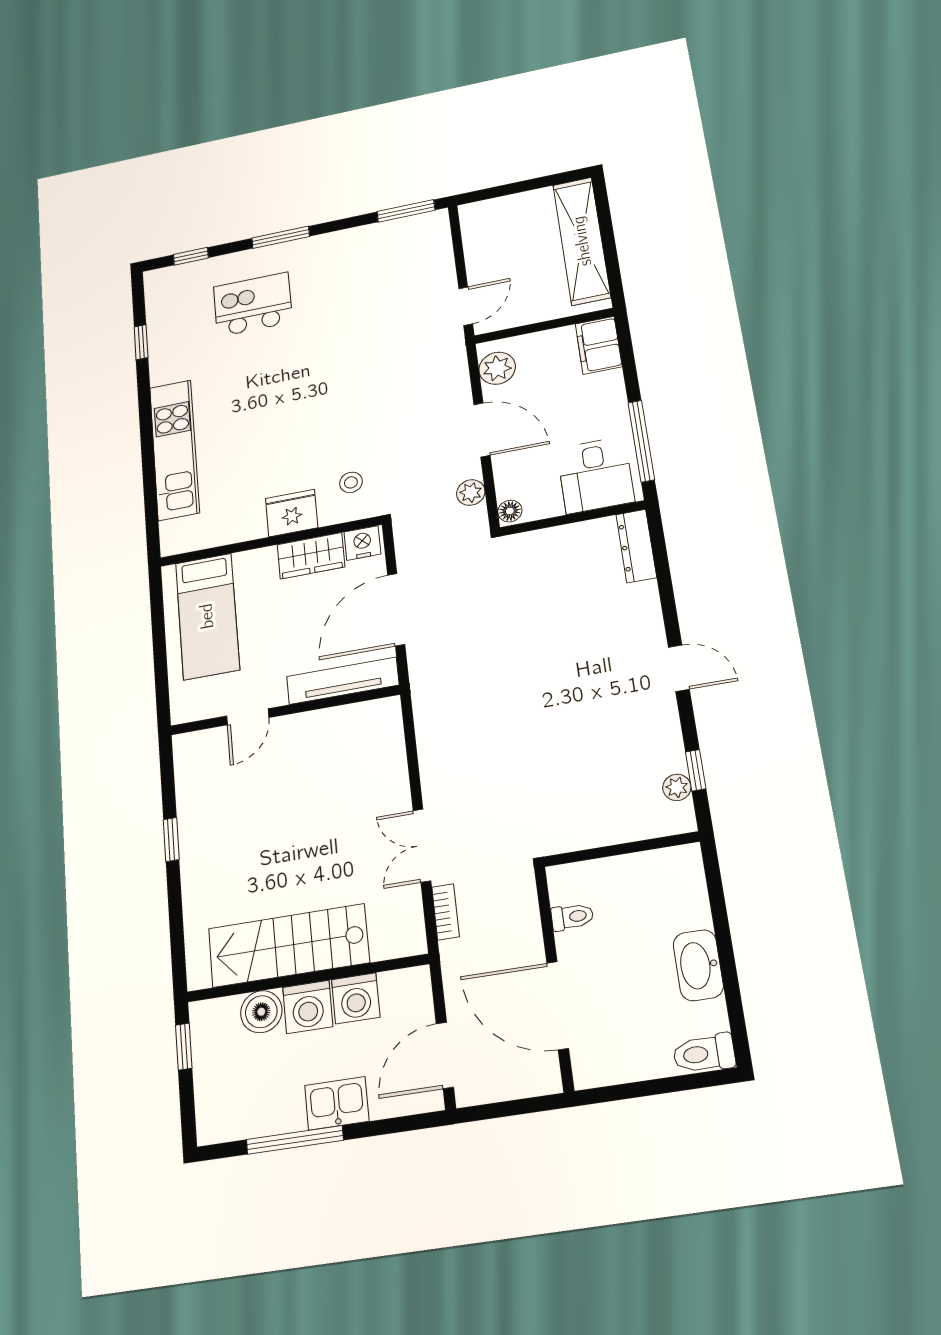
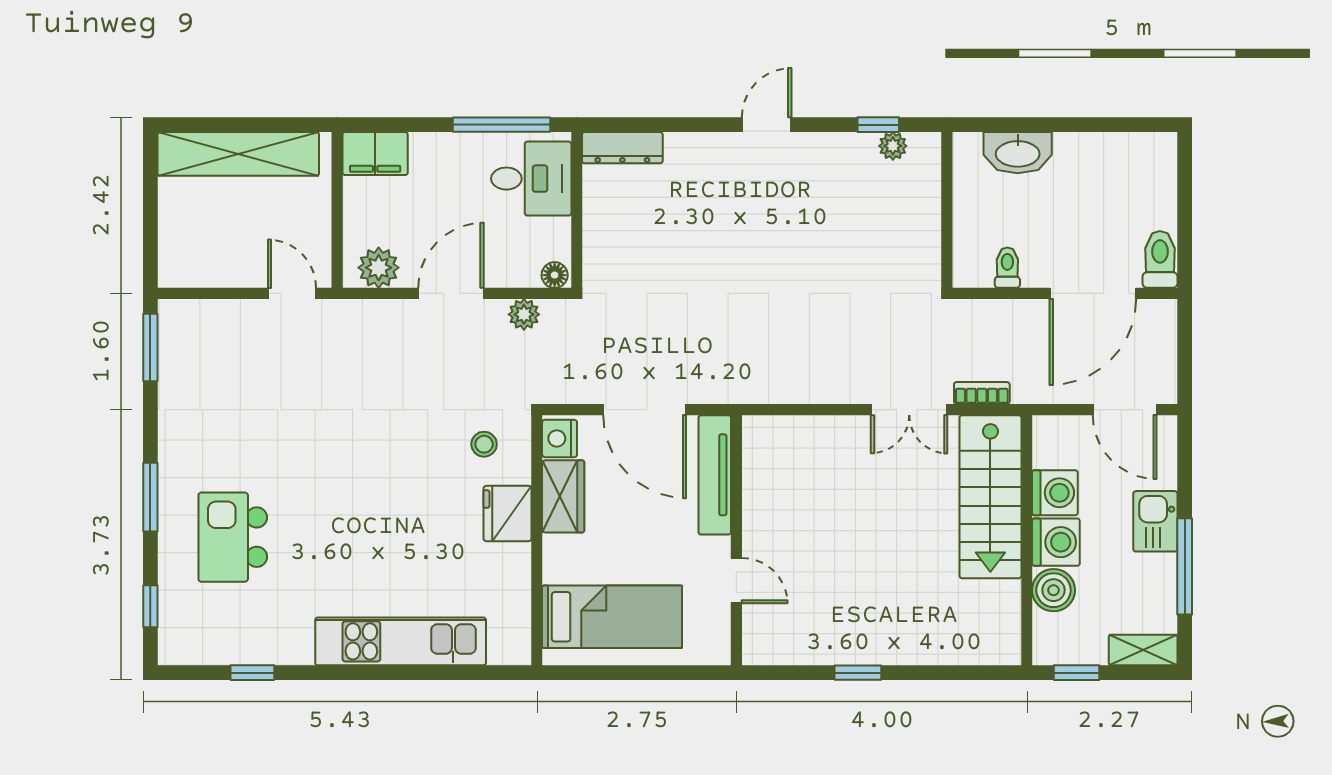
stairs: (289, 946) -> (990, 497), moved
washbasin: (698, 965) -> (1018, 153), moved
toilet: (704, 1054) -> (1160, 259), moved, turned 180
shelving: (210, 1110) -> (1143, 650), added

